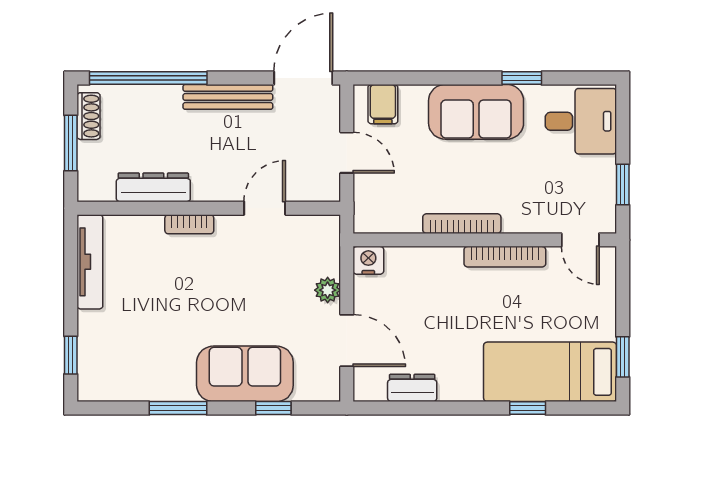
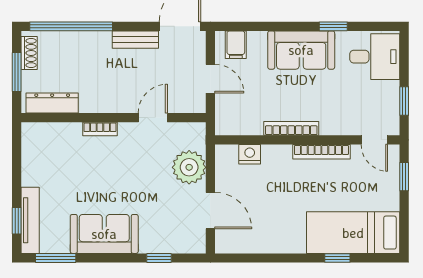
bench: (228, 97) -> (135, 40), width x0.73
dresser: (153, 187) -> (52, 103), moved
nightstand: (368, 260) -> (250, 154), moved
tv unit: (90, 262) -> (30, 220), moved
plant: (328, 290) -> (189, 167), width x1.88, depth x1.88
window: (623, 357) -> (404, 177), moved
sofa: (245, 374) -> (104, 234), moved
dresser: (412, 388) -> (256, 244), removed
window: (178, 408) -> (56, 258), moved

